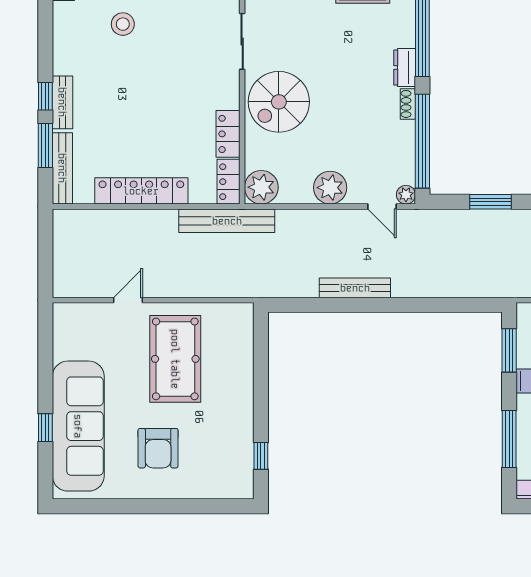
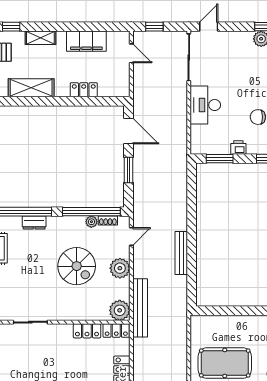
dresser: (405, 68) -> (34, 223), moved
spiral stairs: (279, 102) -> (77, 266), moved
shoe rack: (408, 104) -> (108, 221), moved
plant: (406, 195) -> (91, 222), moved
bench: (227, 221) -> (140, 308), moved

